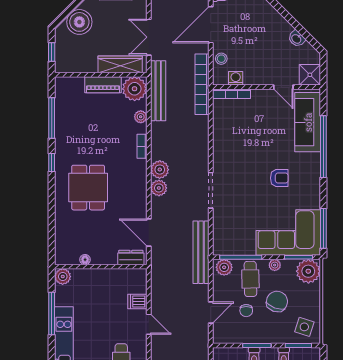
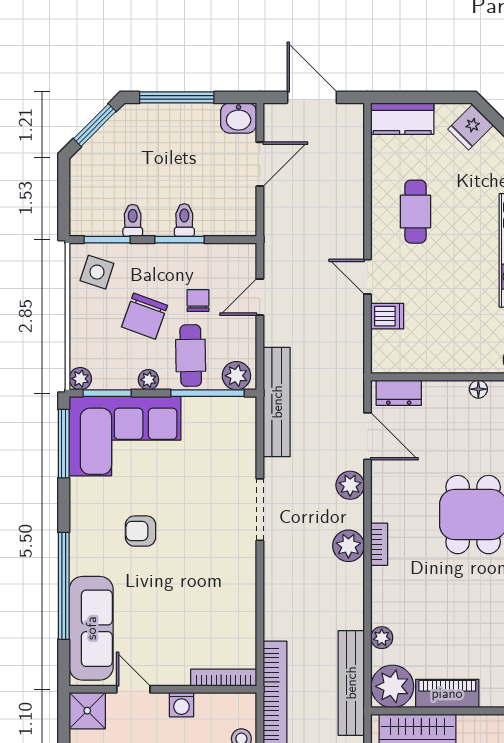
washing machine: (236, 78) -> (181, 705), moved
bookcase: (142, 146) -> (379, 544), moved
plant: (159, 188) -> (350, 485), moved
plant: (308, 271) -> (80, 379), width x0.53, depth x0.53

